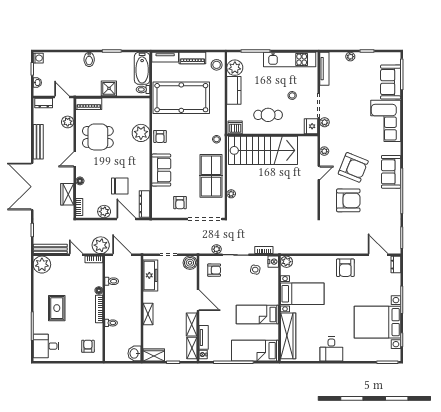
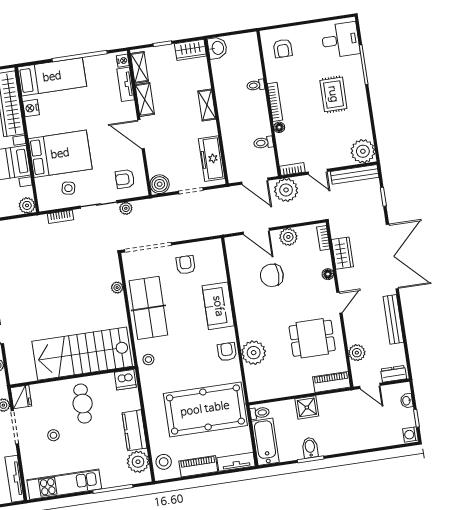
bidet: (89, 59) -> (310, 448), moved
cafe table: (268, 115) -> (83, 404), turned 90
dresser: (145, 204) -> (234, 256), removed
nightstand: (273, 262) -> (31, 108), moved
bed: (257, 314) -> (60, 154), moved, width x1.50

